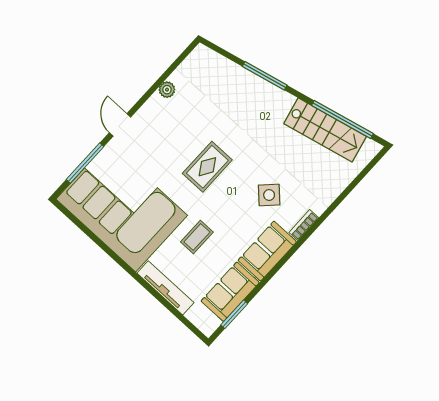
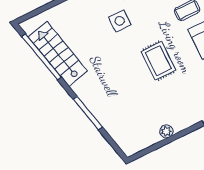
rug: (207, 167) -> (158, 61), turned 90
side table: (269, 195) -> (120, 21), turned 45

